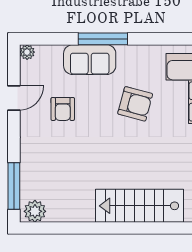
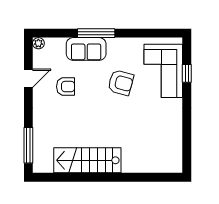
armchair: (63, 109) -> (66, 87), turned -90
stairs: (139, 206) -> (87, 160), moved
plant: (35, 211) -> (44, 164), removed

